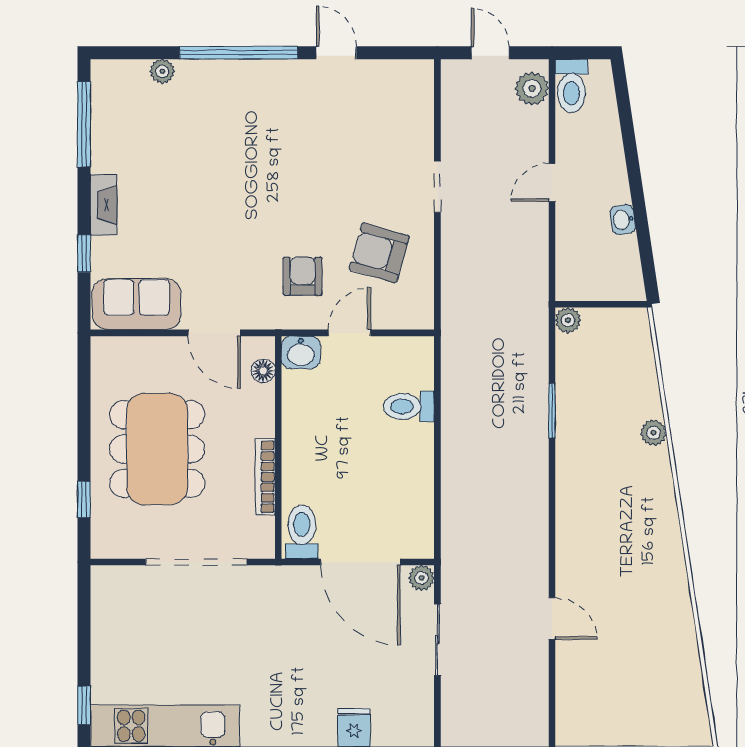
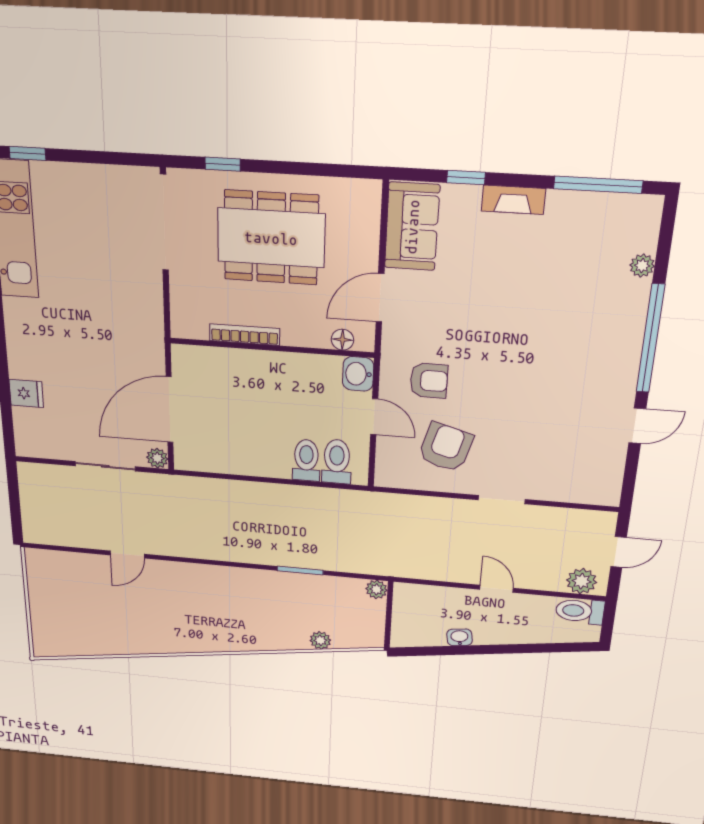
plant: (654, 433) -> (320, 640), moved
toilet: (302, 532) -> (337, 462), moved, turned -90
doorway: (196, 562) -> (164, 223), moved

